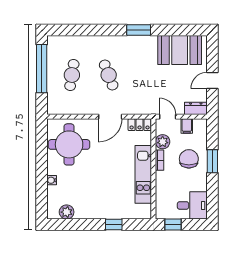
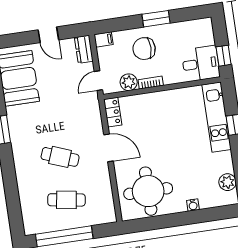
cafe table: (109, 75) -> (60, 157), turned 42
filing cabinet: (187, 126) -> (104, 40), moved
window: (212, 161) -> (156, 19), moved
kitchen unit: (143, 174) -> (217, 117), moved, turned 90
desk: (192, 205) -> (201, 64), moved, turned 90

